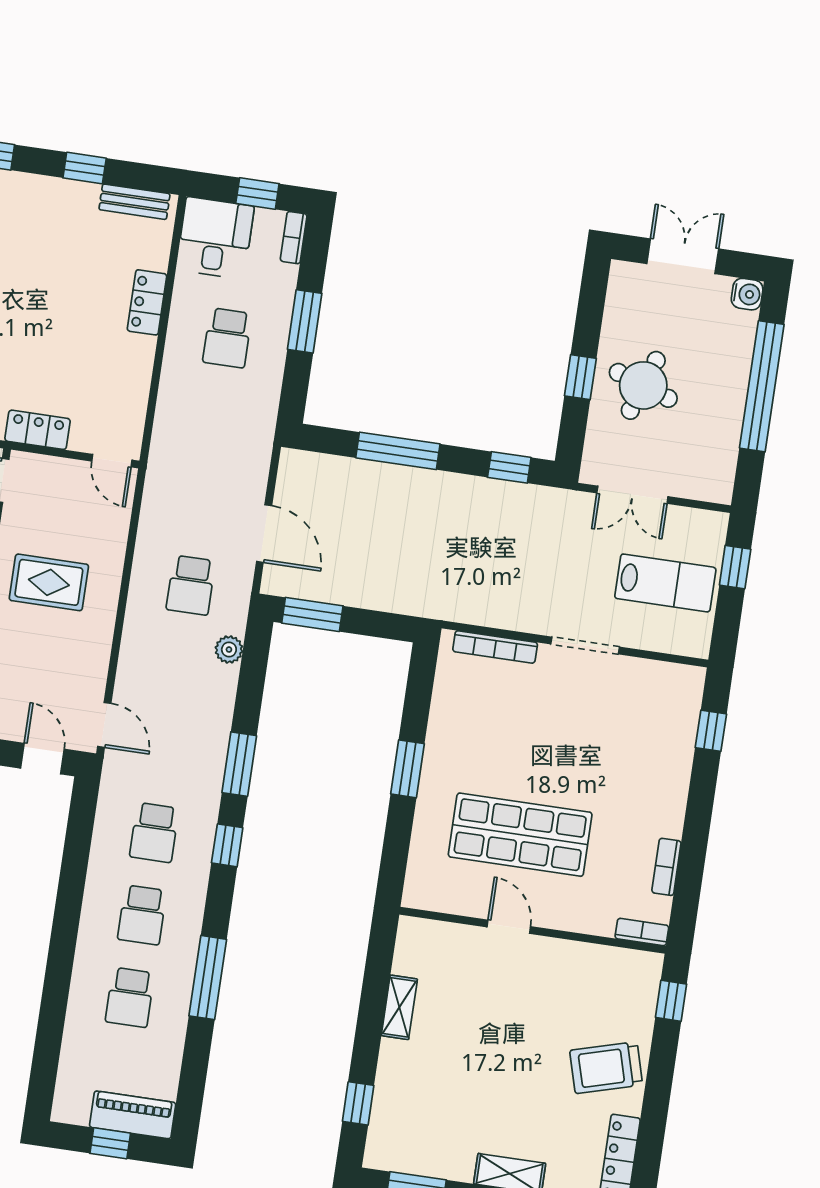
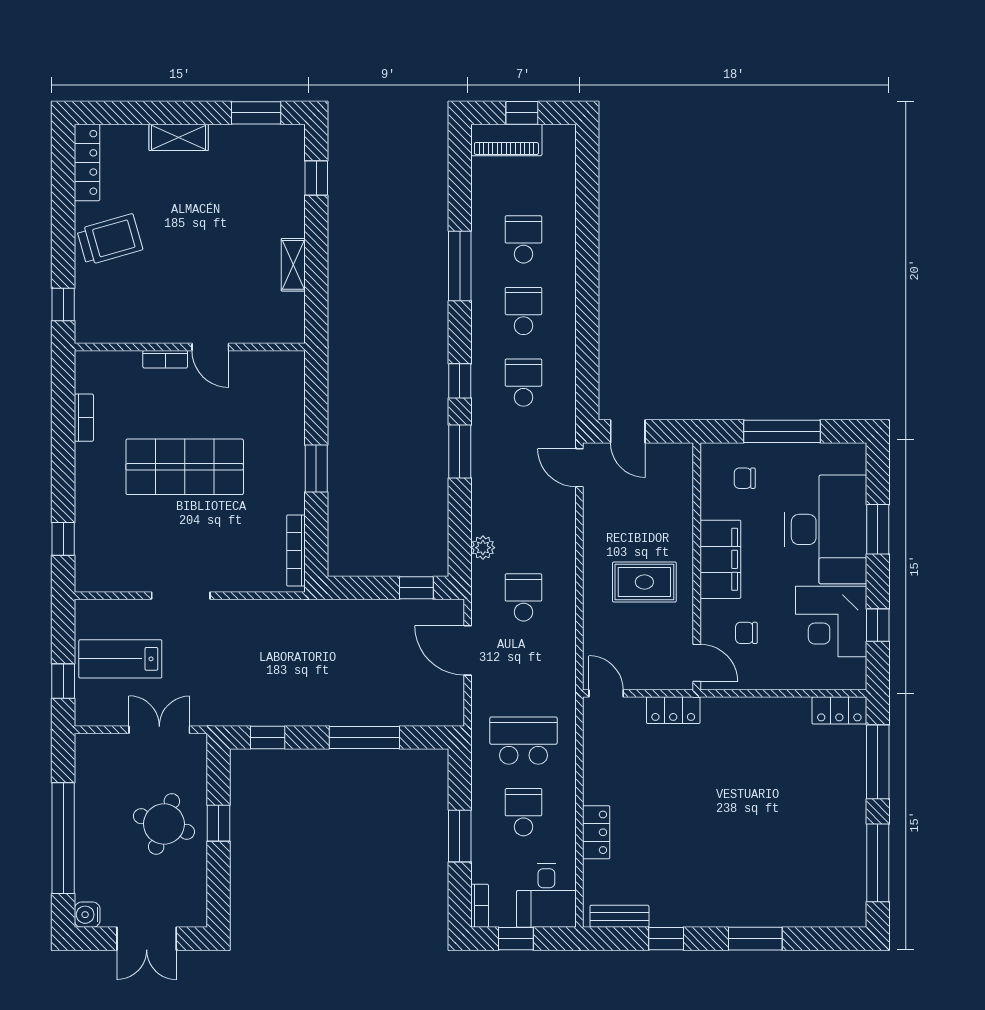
school desk: (215, 420) -> (523, 741), added
window: (312, 614) -> (416, 588), width x0.67
bookcase: (495, 647) -> (296, 550), moved, turned -90
shop shelf: (520, 835) -> (185, 467), moved
bookcase: (642, 932) -> (165, 359), moved

